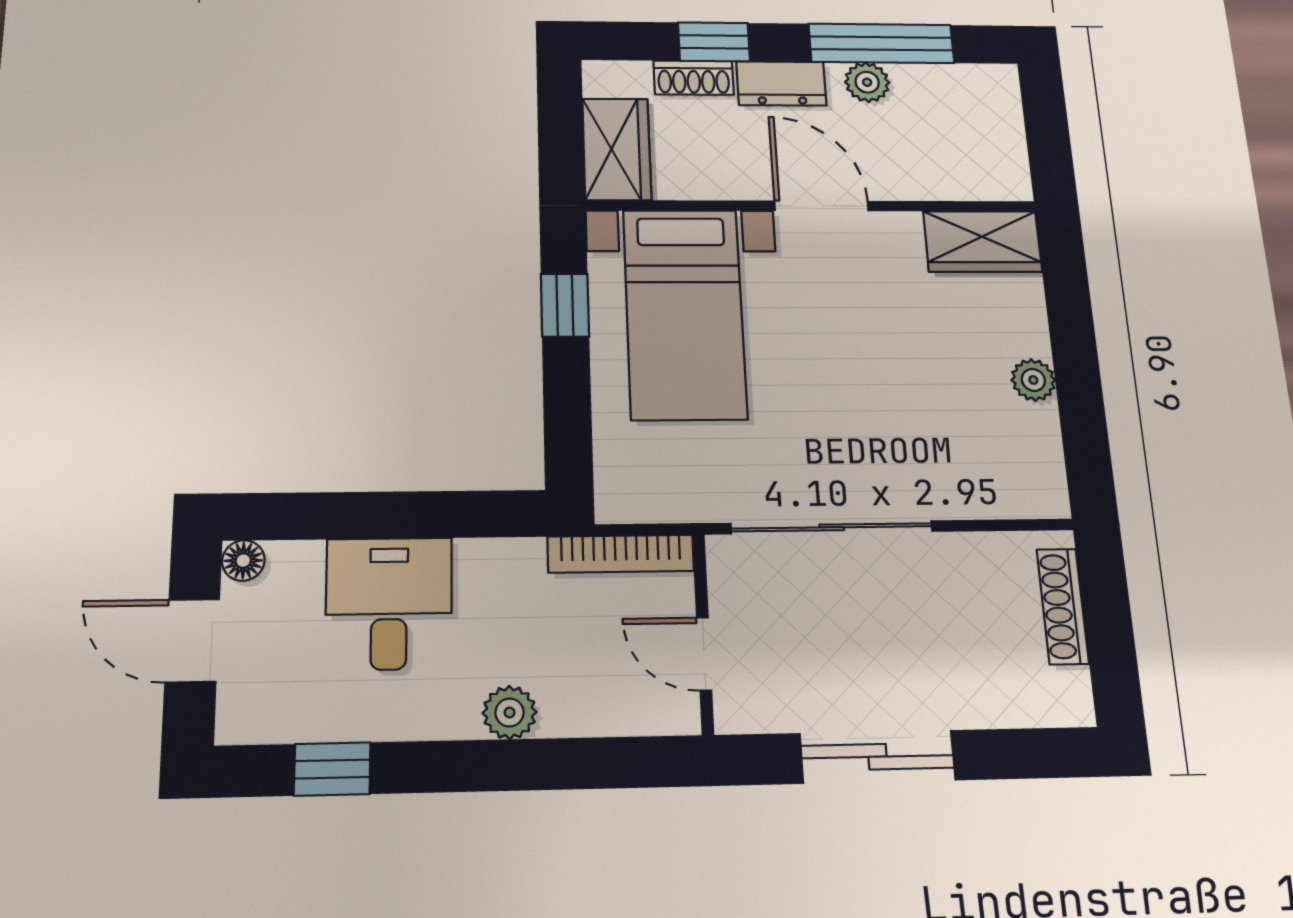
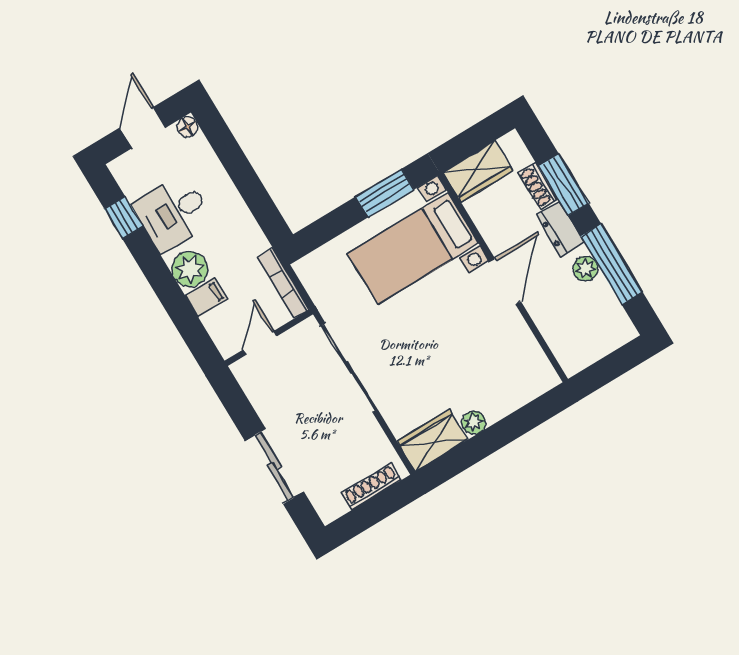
window: (714, 42) -> (563, 185), width x1.50
wardrobe: (983, 241) -> (432, 440), moved, turned 90
window: (565, 305) -> (385, 193), width x1.50
desk: (389, 603) -> (173, 213), moved, turned 180
filing cabinet: (568, 703) -> (206, 298), added
plant: (509, 712) -> (190, 269), width x1.38, depth x1.38
sliding door: (878, 757) -> (274, 466), moved

